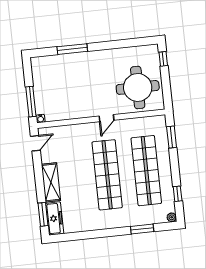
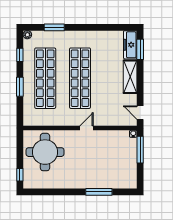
door: (107, 118) -> (87, 128), moved
window: (172, 137) -> (20, 87), moved
door: (35, 143) -> (140, 113), hinge flipped

